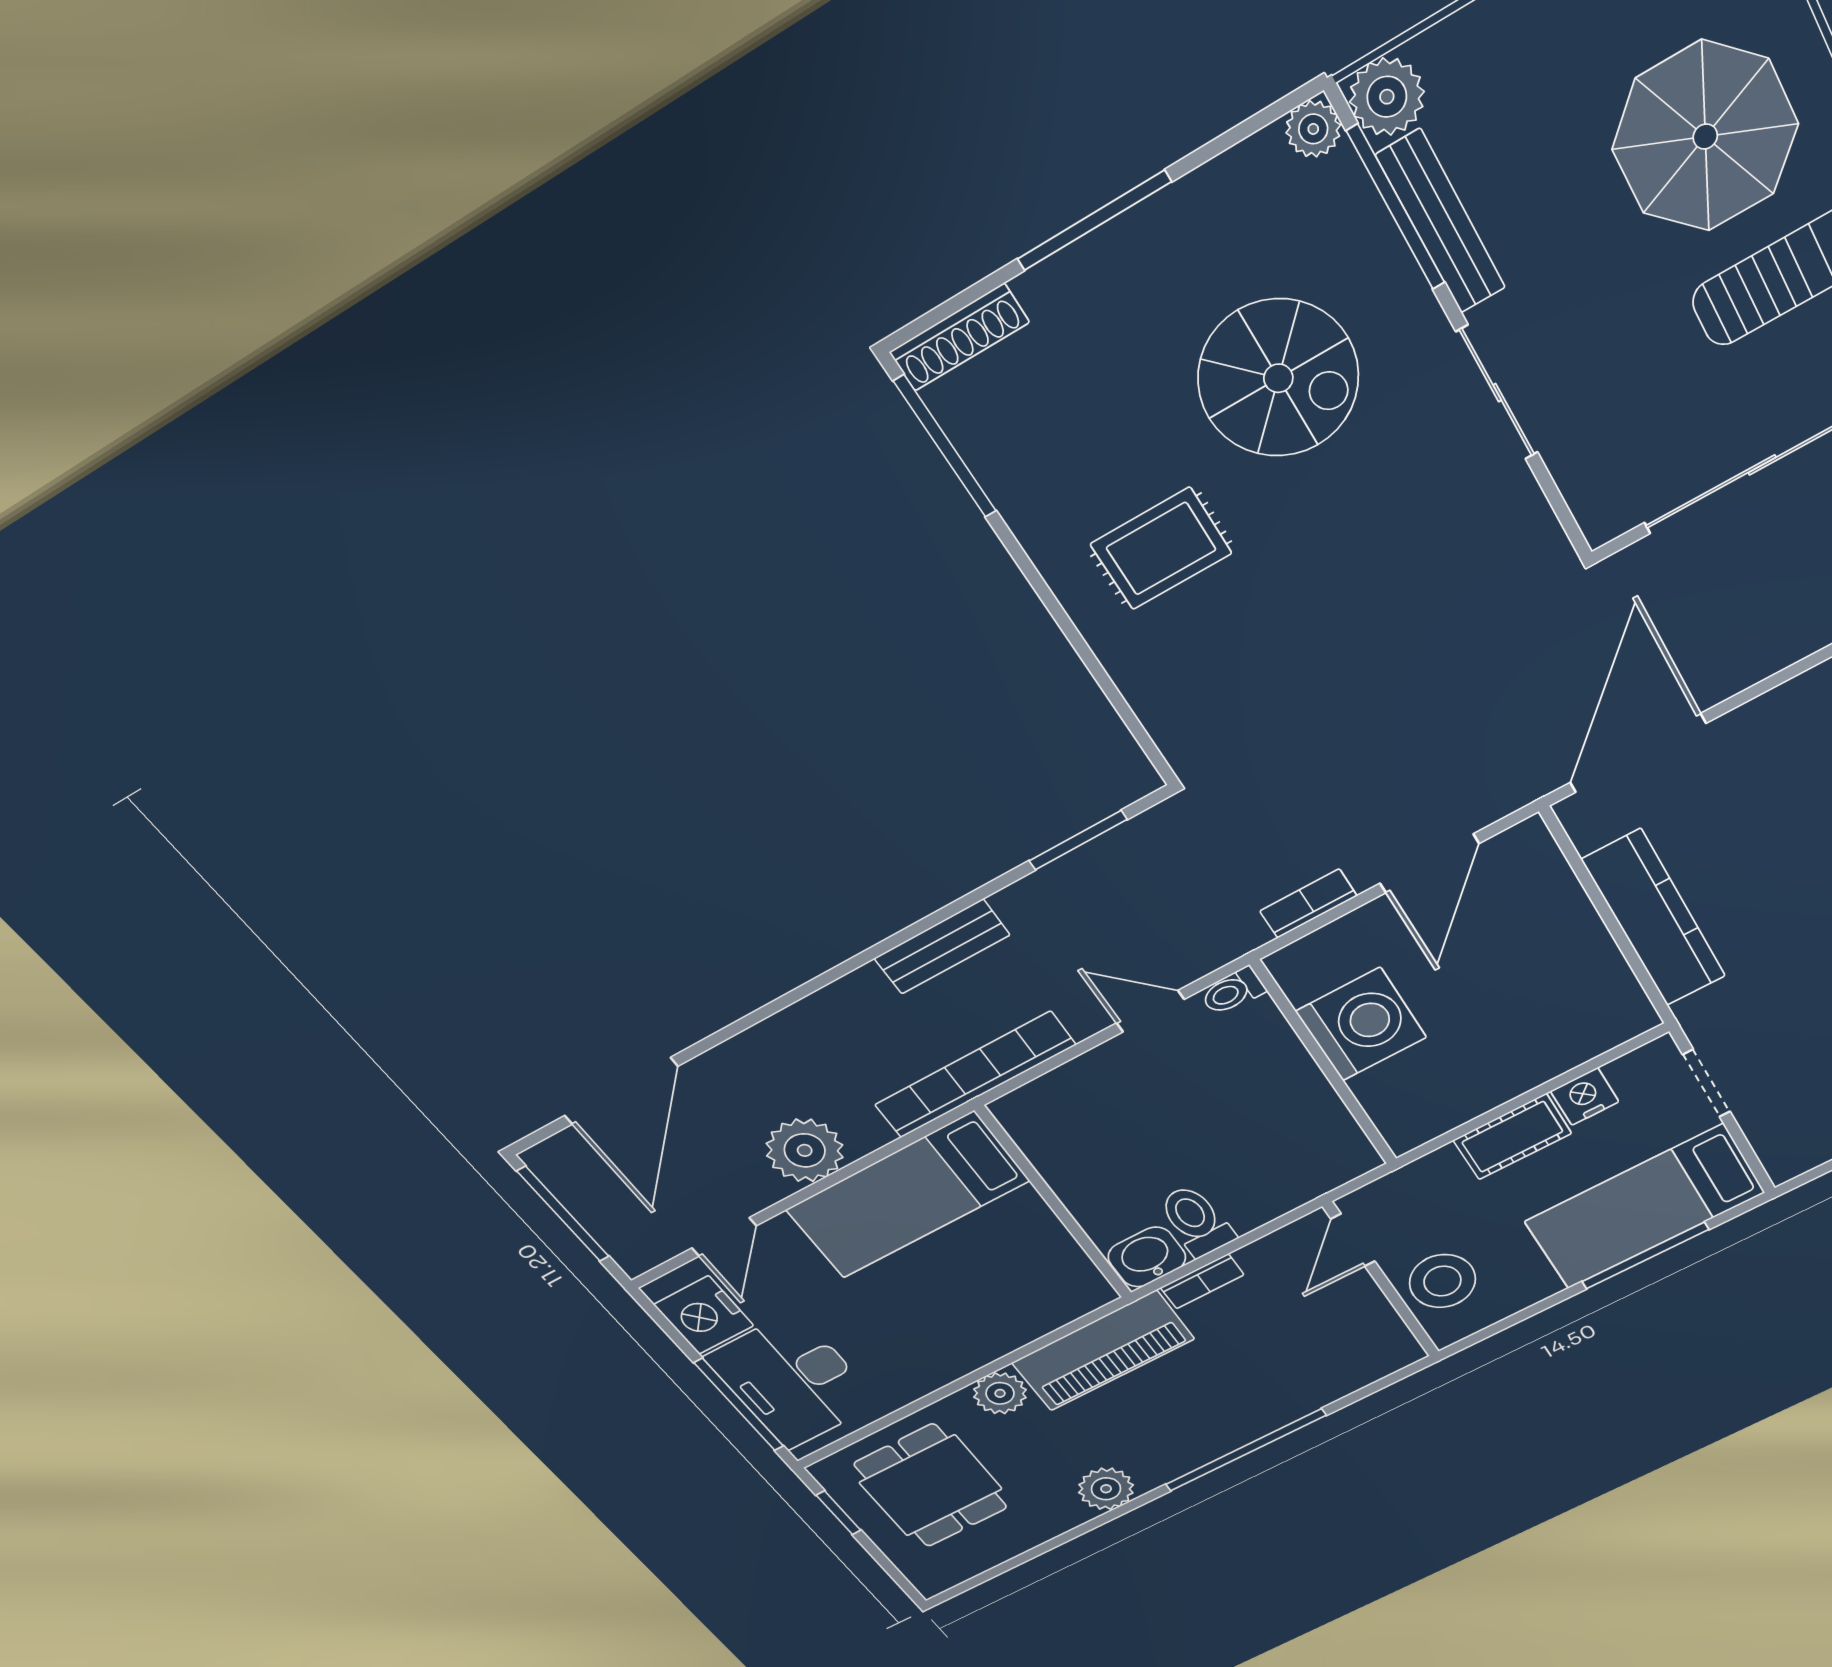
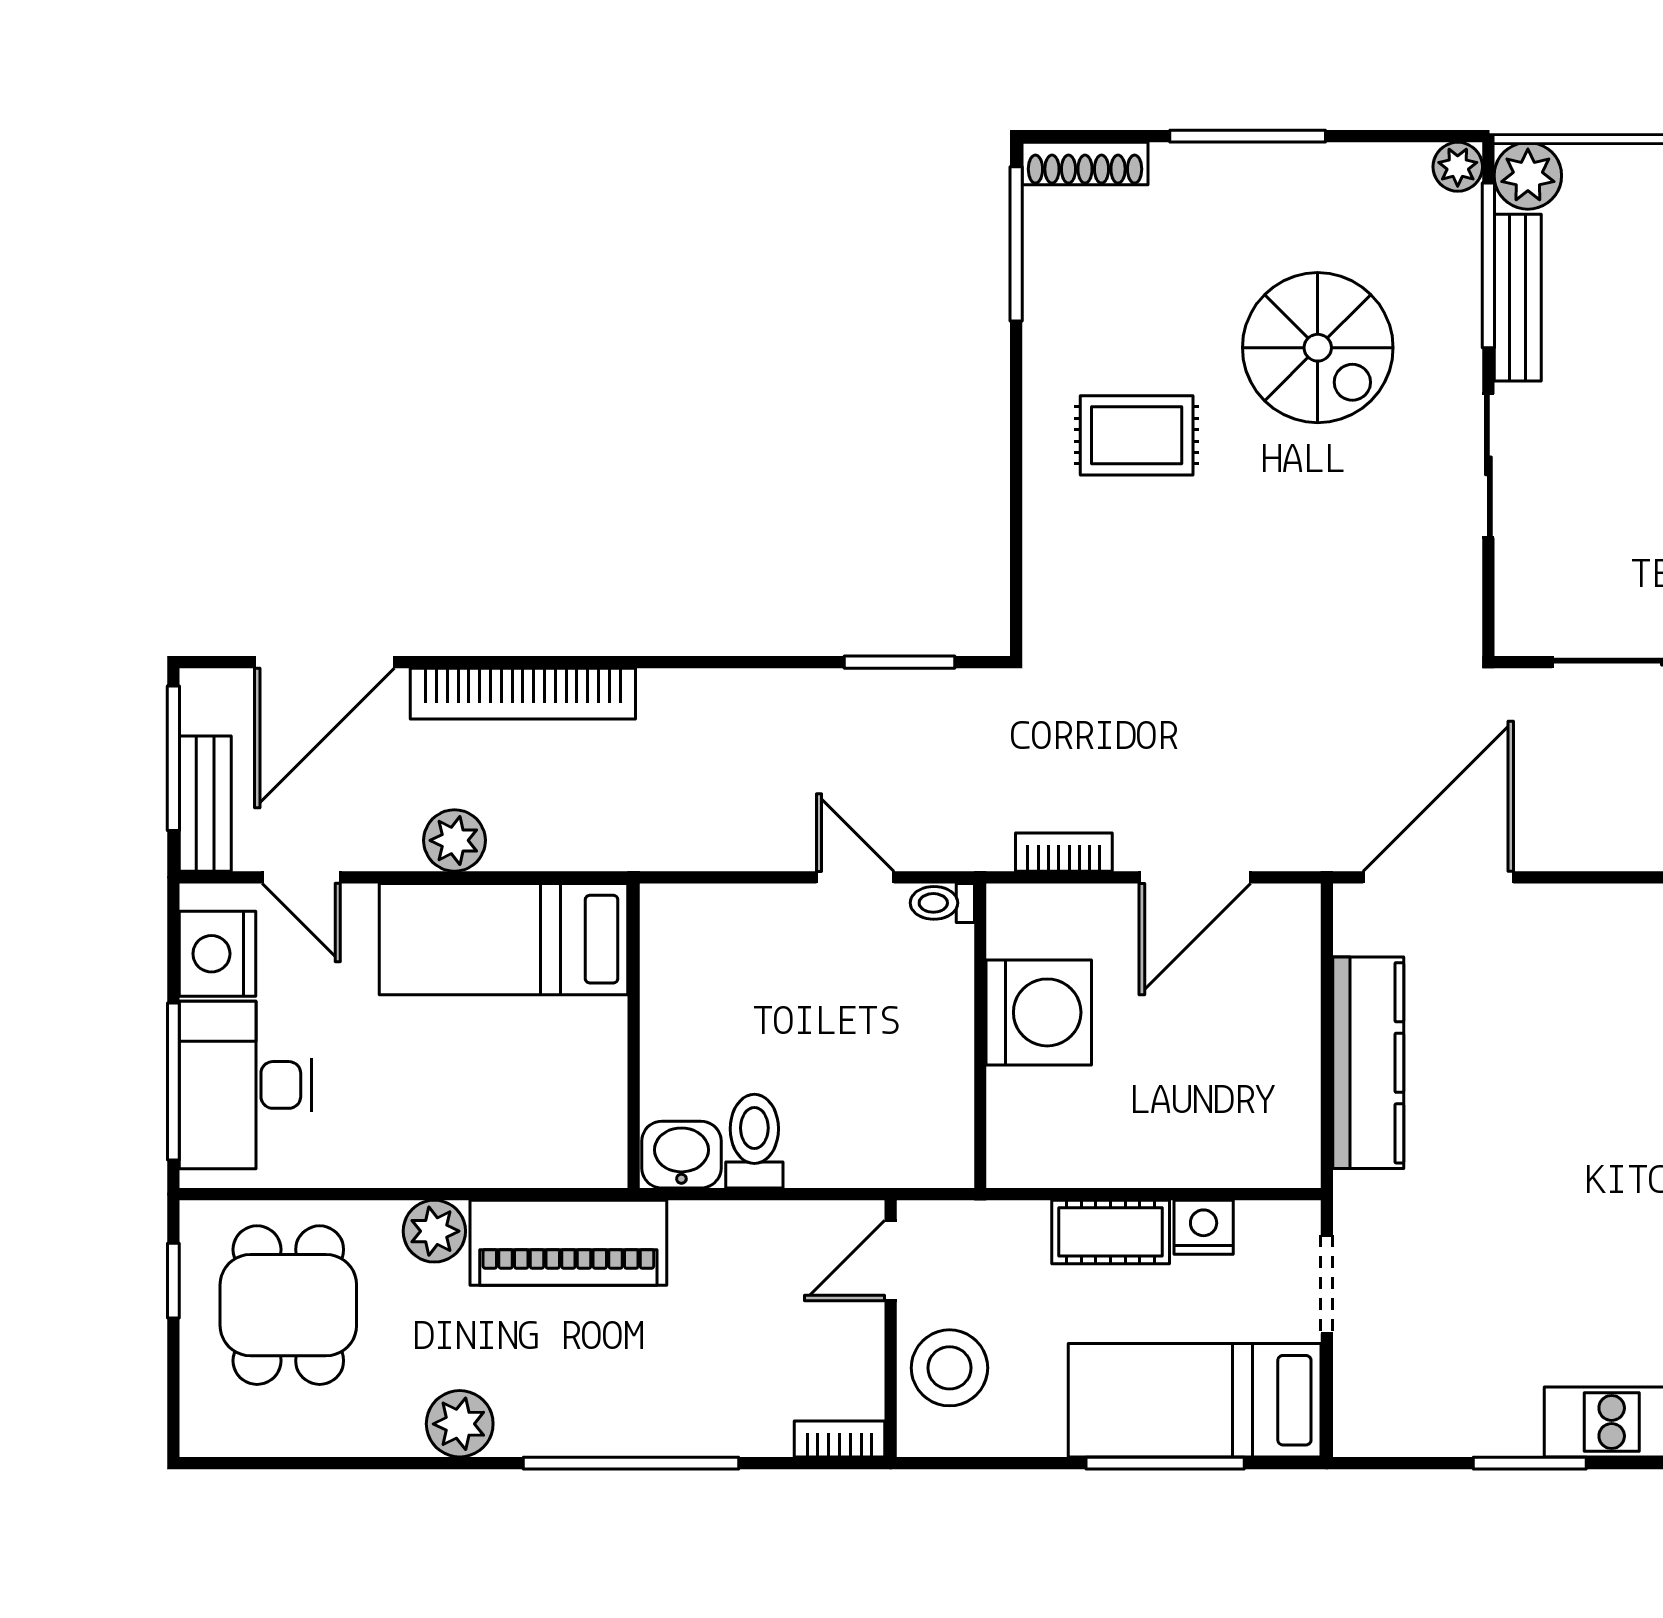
bench: (942, 947) -> (205, 804), moved, turned 90
bookcase: (975, 1075) -> (523, 694), moved, turned 180
plant: (805, 1150) -> (455, 840), width x0.73, depth x0.73
door: (724, 1237) -> (301, 877), hinge flipped
bookcase: (1202, 1281) -> (840, 1439), moved, turned 180

